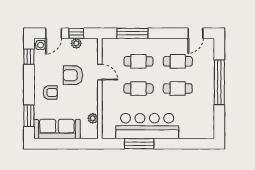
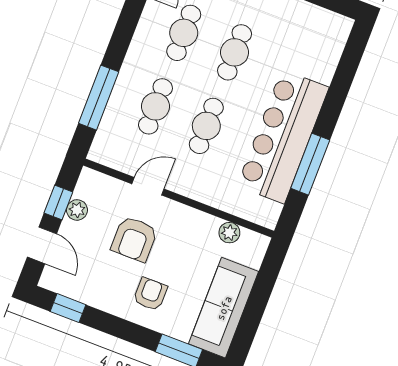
side table: (41, 45) -> (55, 278), removed

